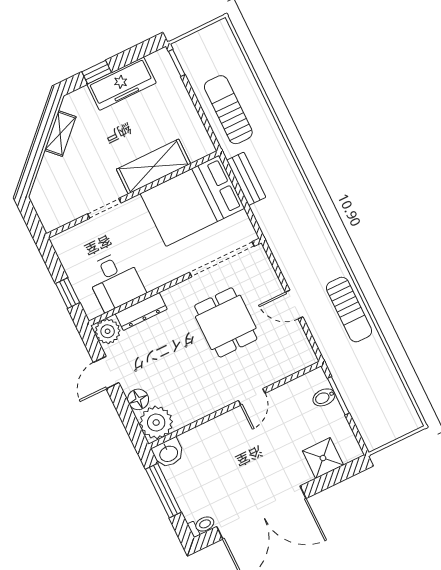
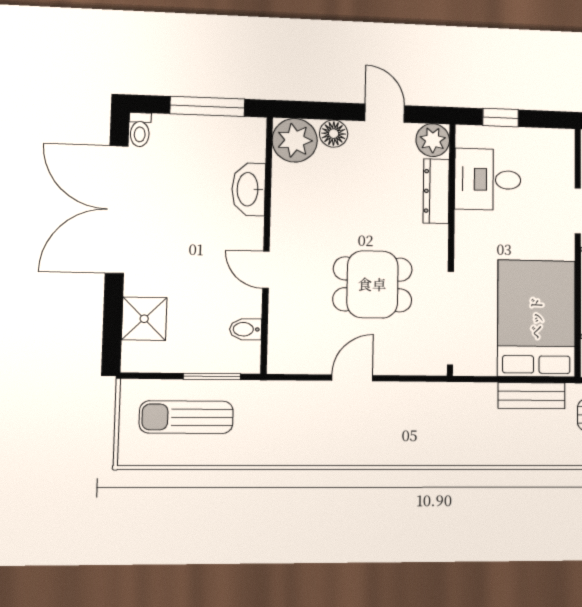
sun lounger: (349, 310) -> (186, 417), moved
bidet: (324, 397) -> (246, 329), moved, turned -90
washbasin: (168, 453) -> (249, 189), moved, width x1.38

